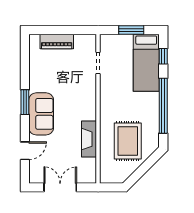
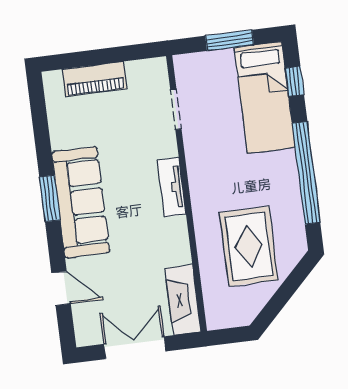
tv unit: (91, 104) -> (172, 187), added
sofa: (41, 114) -> (81, 202), width x1.36
fireplace: (89, 139) -> (183, 300), moved
door: (25, 151) -> (61, 288), hinge flipped

